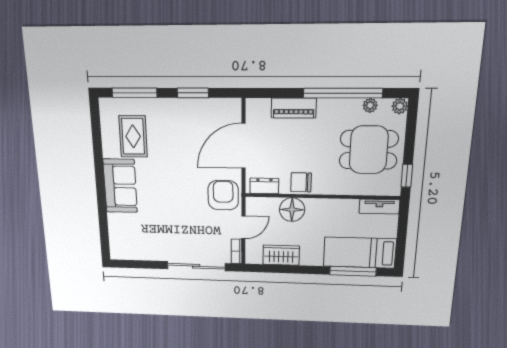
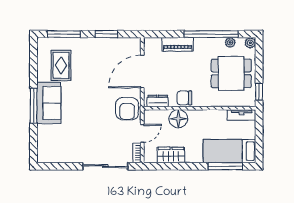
window: (101, 189) -> (33, 106), added
armchair: (223, 195) -> (127, 109), turned 180

